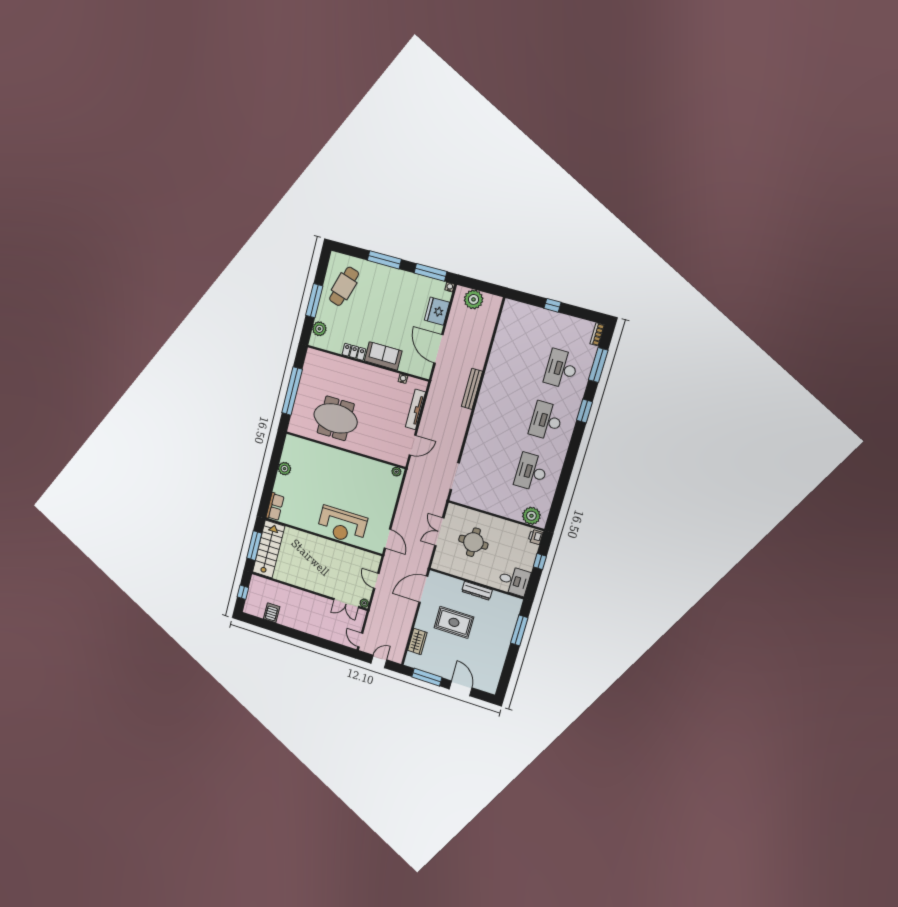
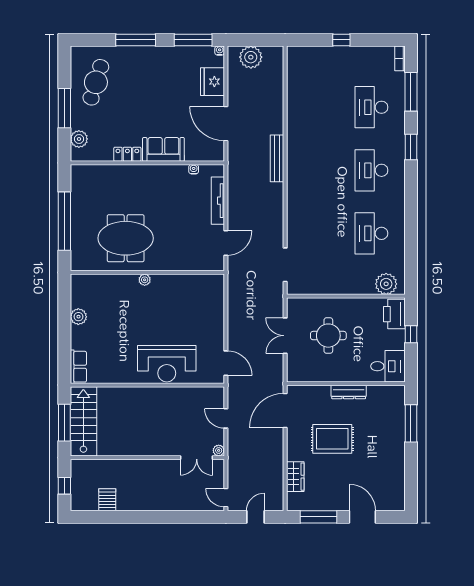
plant: (396, 472) -> (145, 280), moved
printer: (535, 537) -> (394, 314), width x1.87, depth x1.48

